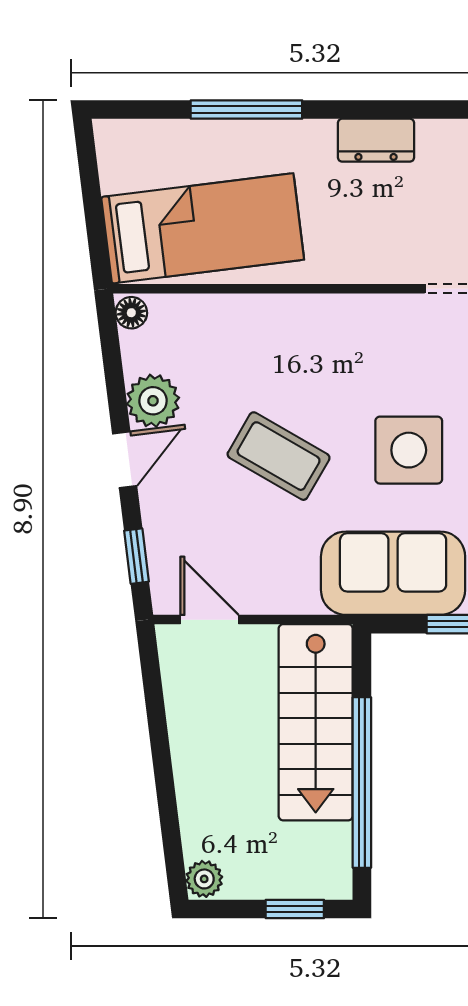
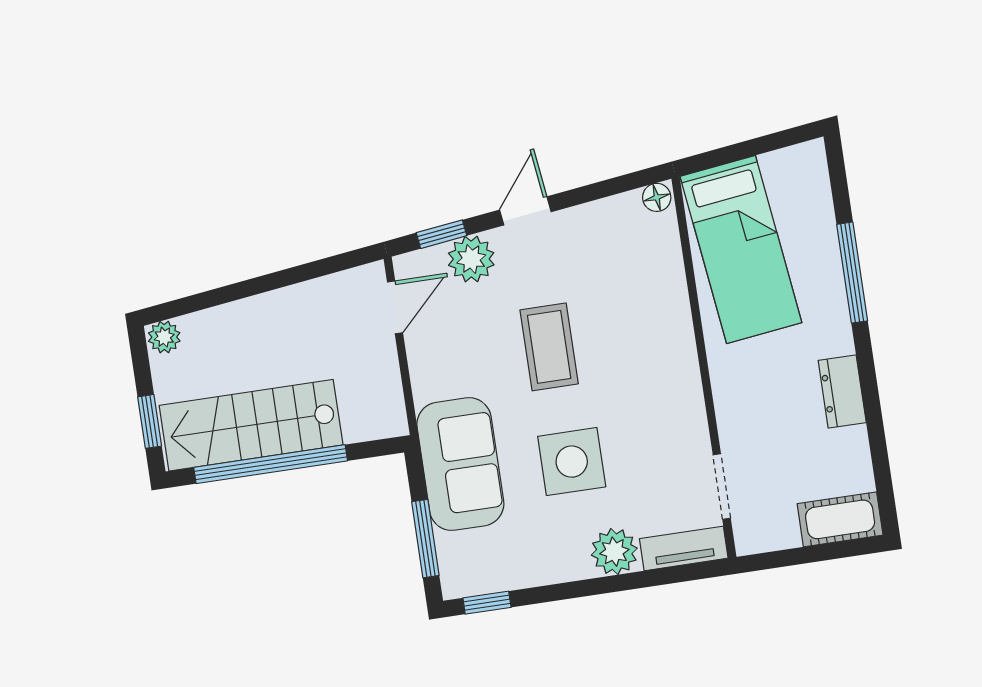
plant: (153, 401) -> (471, 259), moved
coffee table: (279, 456) -> (549, 347), turned -30
door: (125, 460) -> (525, 211), swing flipped
stairs: (316, 722) -> (251, 425), moved

